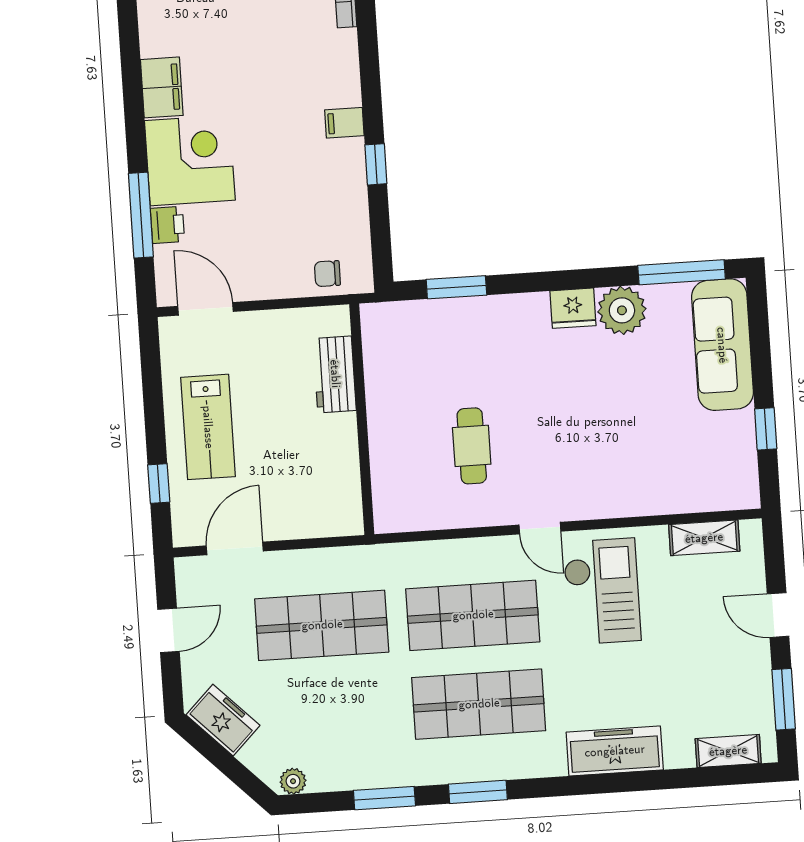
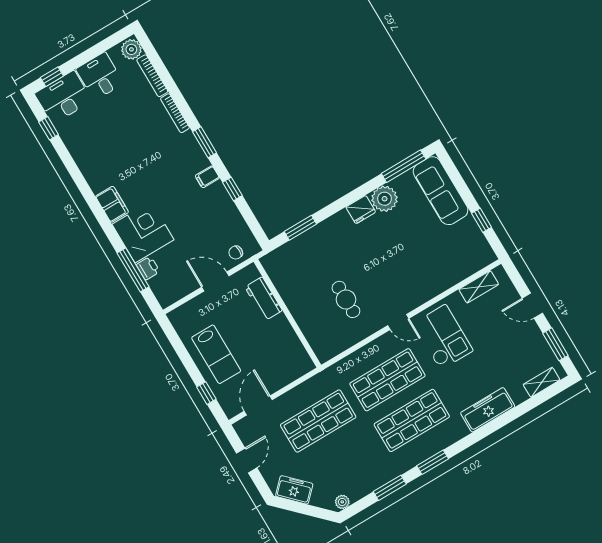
window: (369, 63) -> (205, 142), added
door: (205, 309) -> (215, 281), moved

